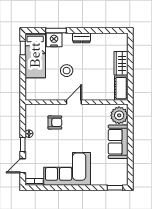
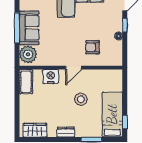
nightstand: (54, 40) -> (51, 76), moved, turned 180
wardrobe: (121, 63) -> (35, 130), moved, turned -90
window: (130, 142) -> (17, 28), added

